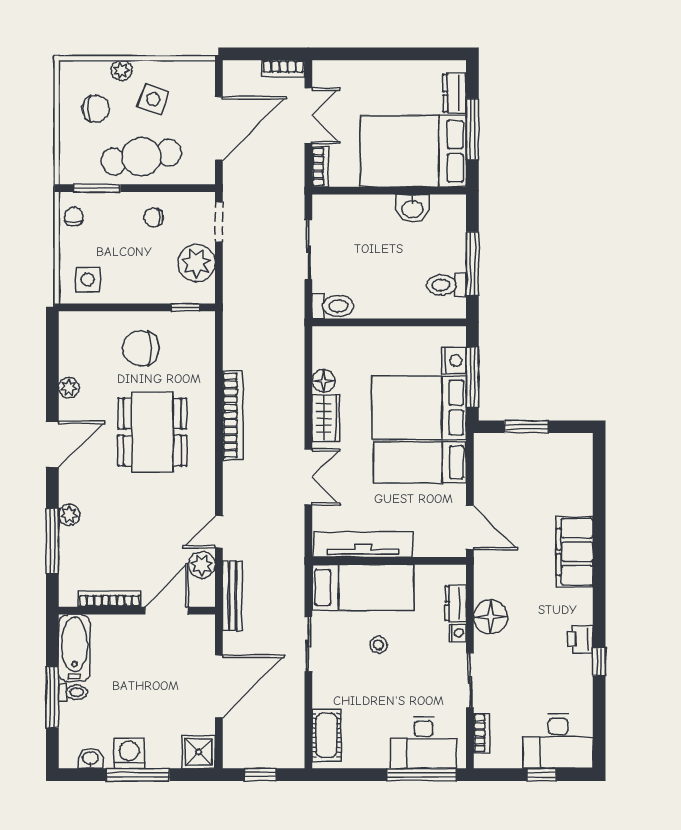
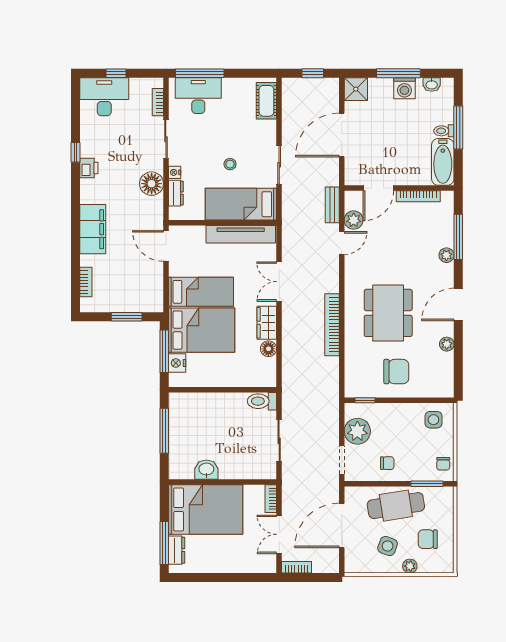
window: (472, 129) -> (164, 543), moved
toilet: (446, 285) -> (182, 416), removed
bookcase: (584, 476) -> (86, 282), added
bench: (232, 596) -> (332, 205), width x0.73

